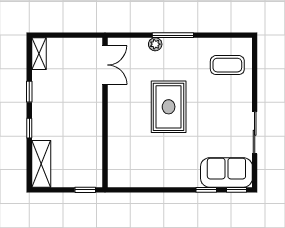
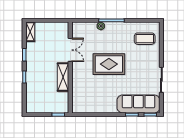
double door: (105, 65) -> (70, 50), moved
rug: (169, 107) -> (109, 64), turned 90
shelving: (41, 164) -> (63, 77), moved
sofa: (226, 172) -> (138, 104), width x1.36

